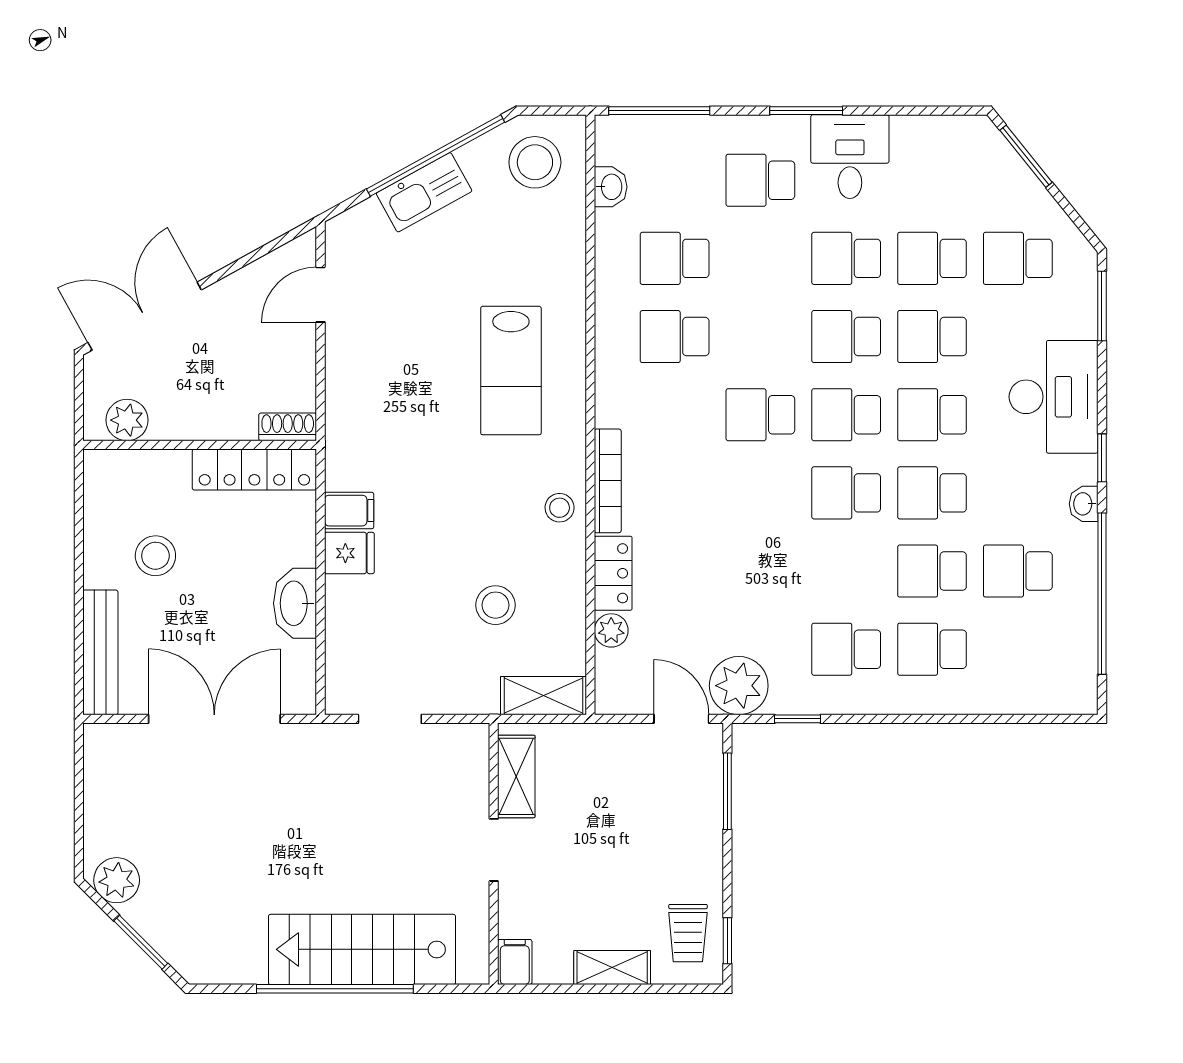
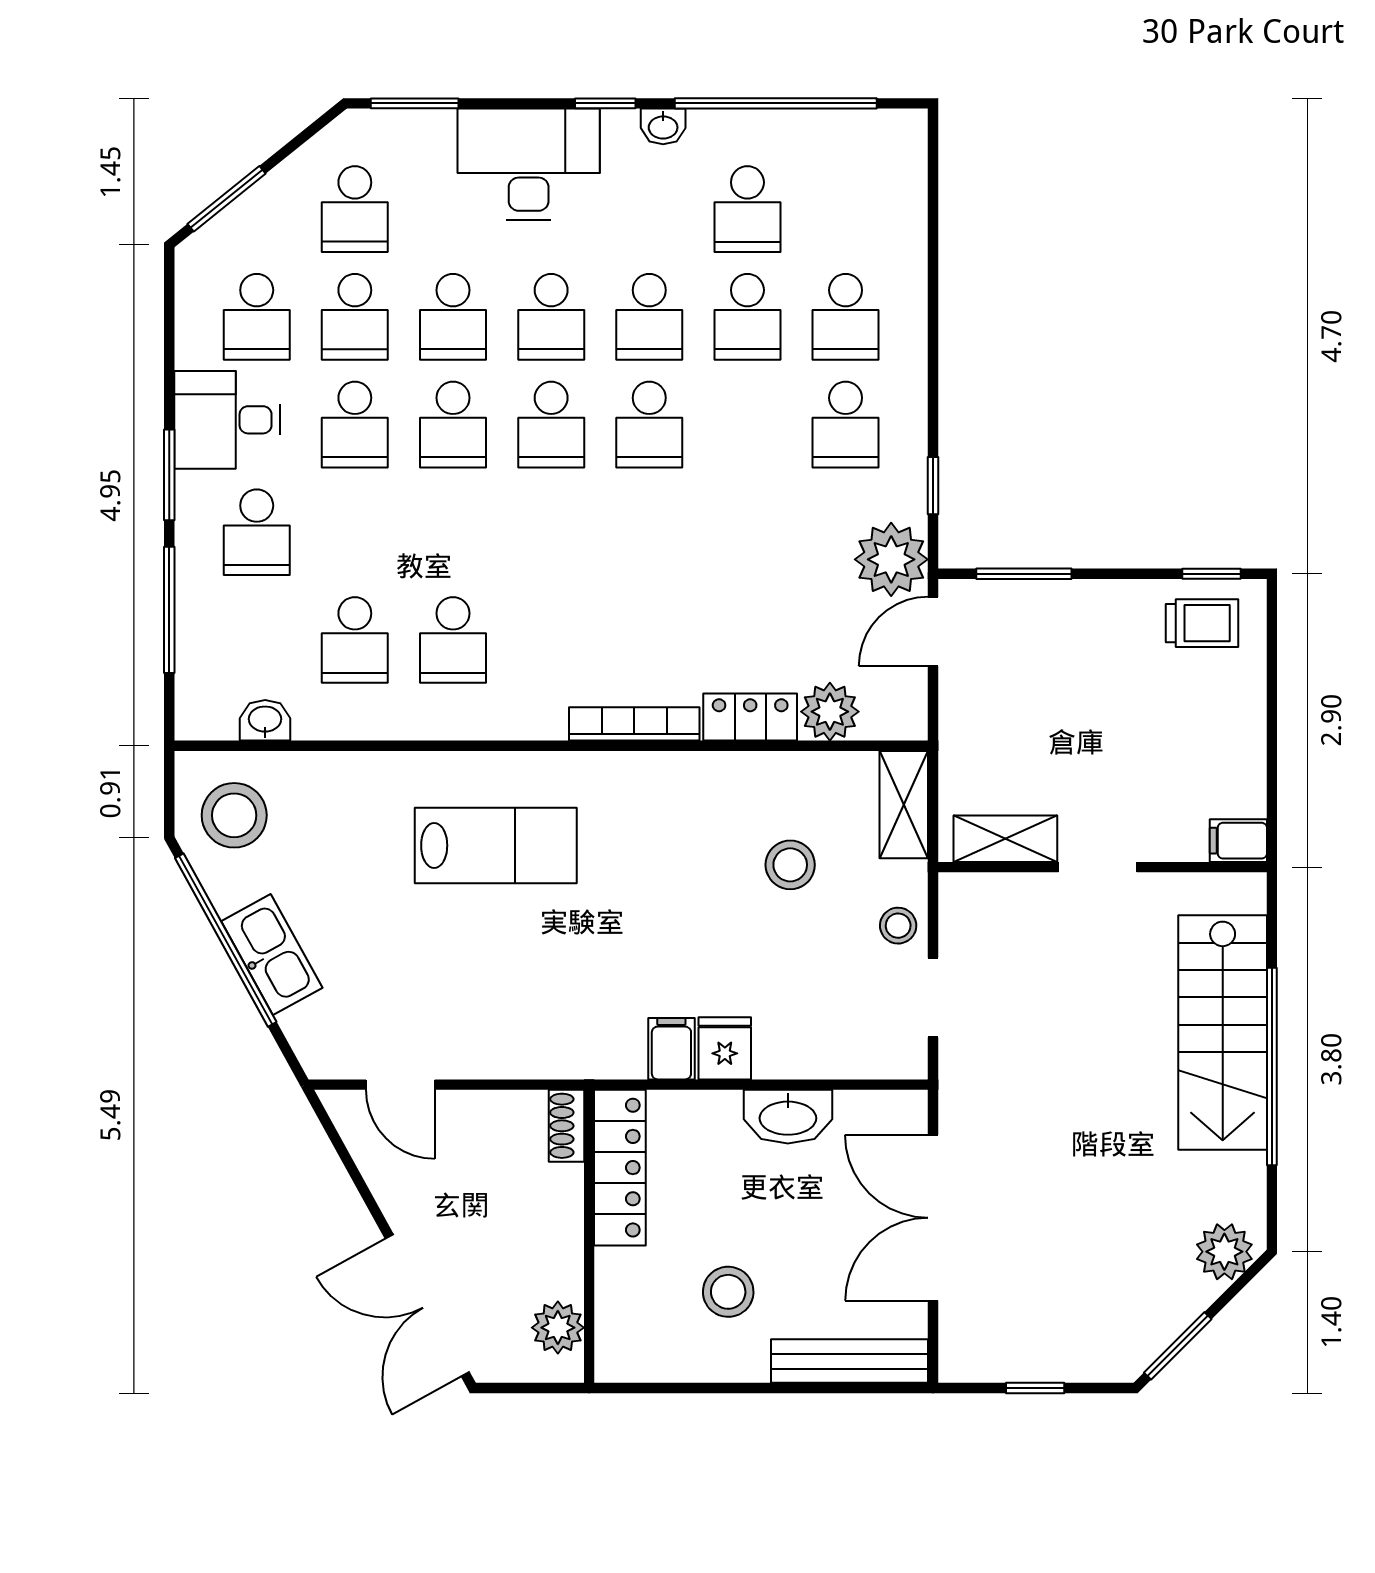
window: (659, 111) -> (169, 610), moved
school desk: (760, 415) -> (257, 317), moved
stool: (560, 508) -> (898, 926), moved
plant: (611, 630) -> (830, 712), width x1.38, depth x1.38
window: (79, 800) -> (1035, 1388), added
plant: (117, 880) -> (1224, 1252), moved
window: (141, 942) -> (1178, 1346), moved
shelving: (612, 968) -> (1245, 718), removed

